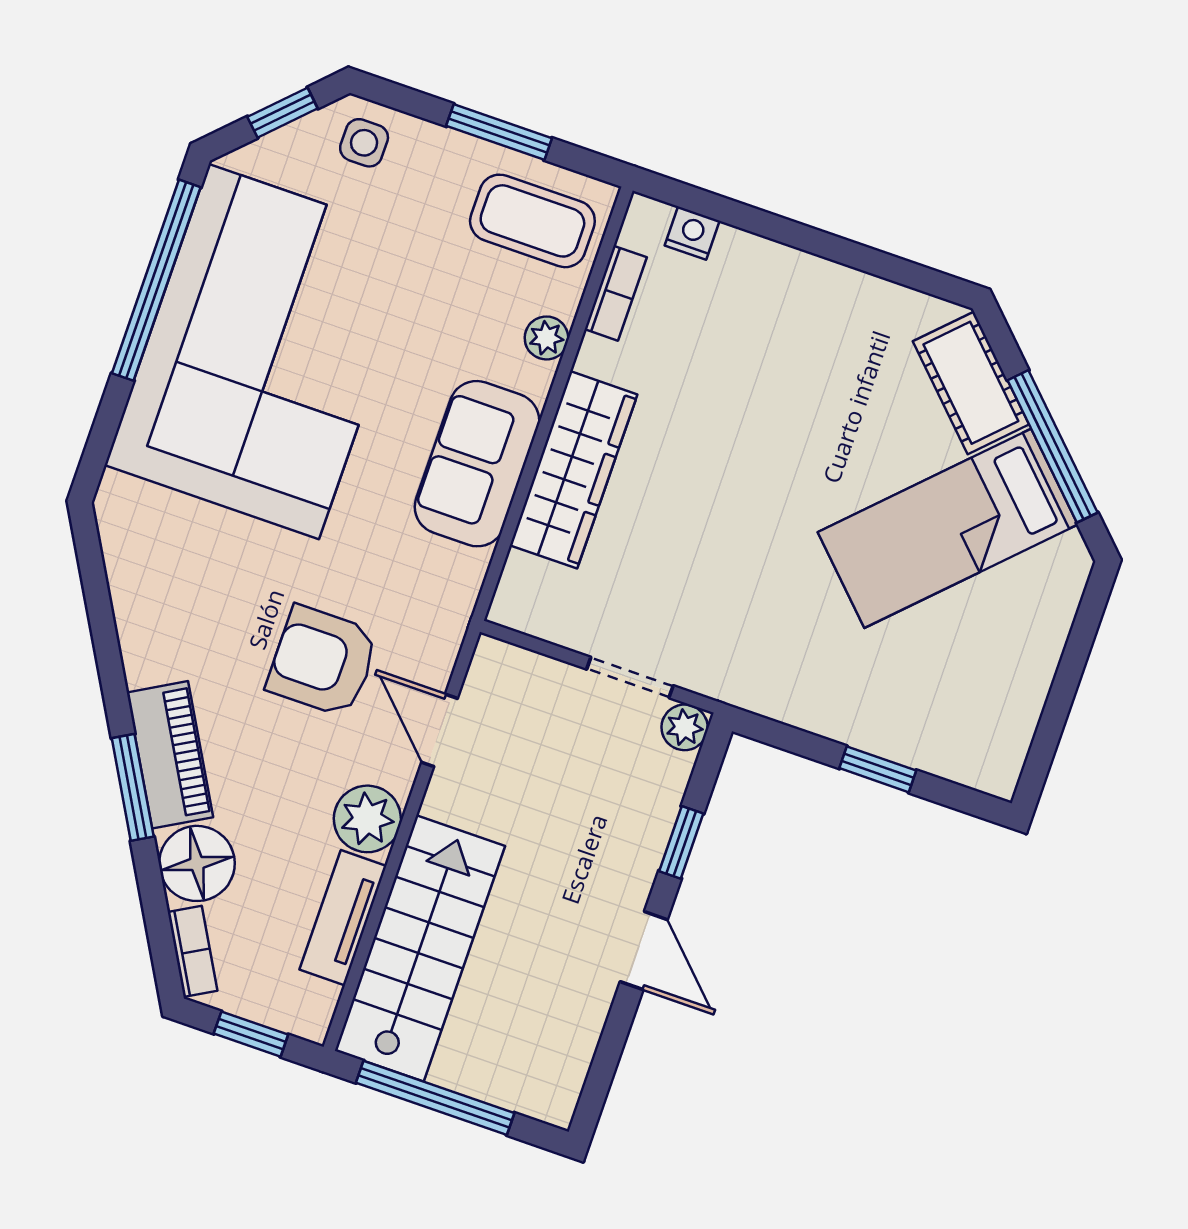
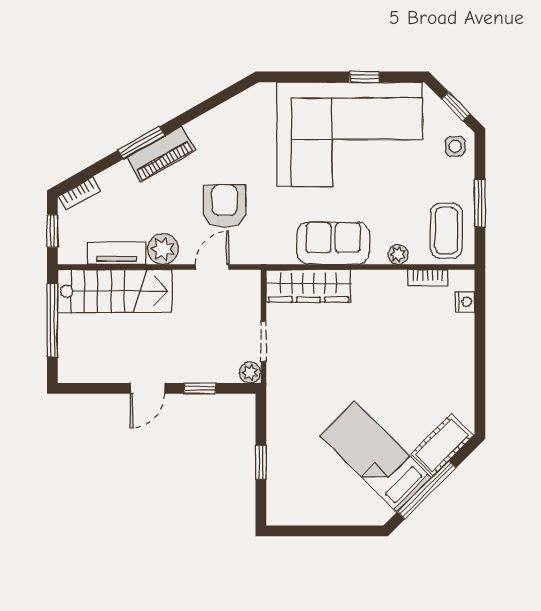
window: (156, 280) -> (364, 77), width x0.32
wardrobe: (574, 470) -> (308, 286), moved
floor lamp: (197, 863) -> (118, 182), removed

